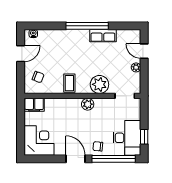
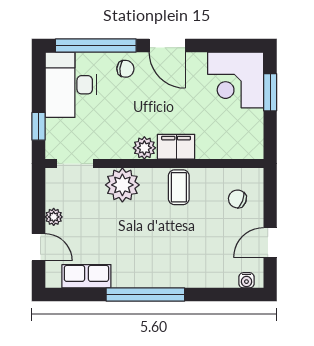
row of seats: (103, 36) -> (86, 276), moved
filing cabinet: (34, 105) -> (176, 147), moved
window: (21, 134) -> (270, 92), added
window: (144, 137) -> (39, 126), moved

